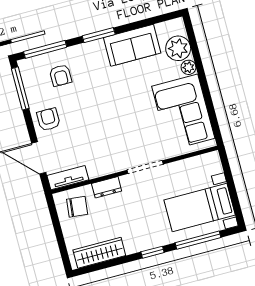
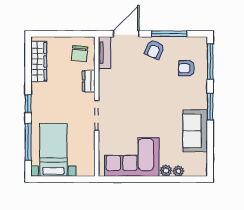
plant: (178, 48) -> (178, 171), width x0.53, depth x0.53
window: (20, 88) -> (169, 34), moved
armchair: (48, 119) -> (154, 49), turned 114

